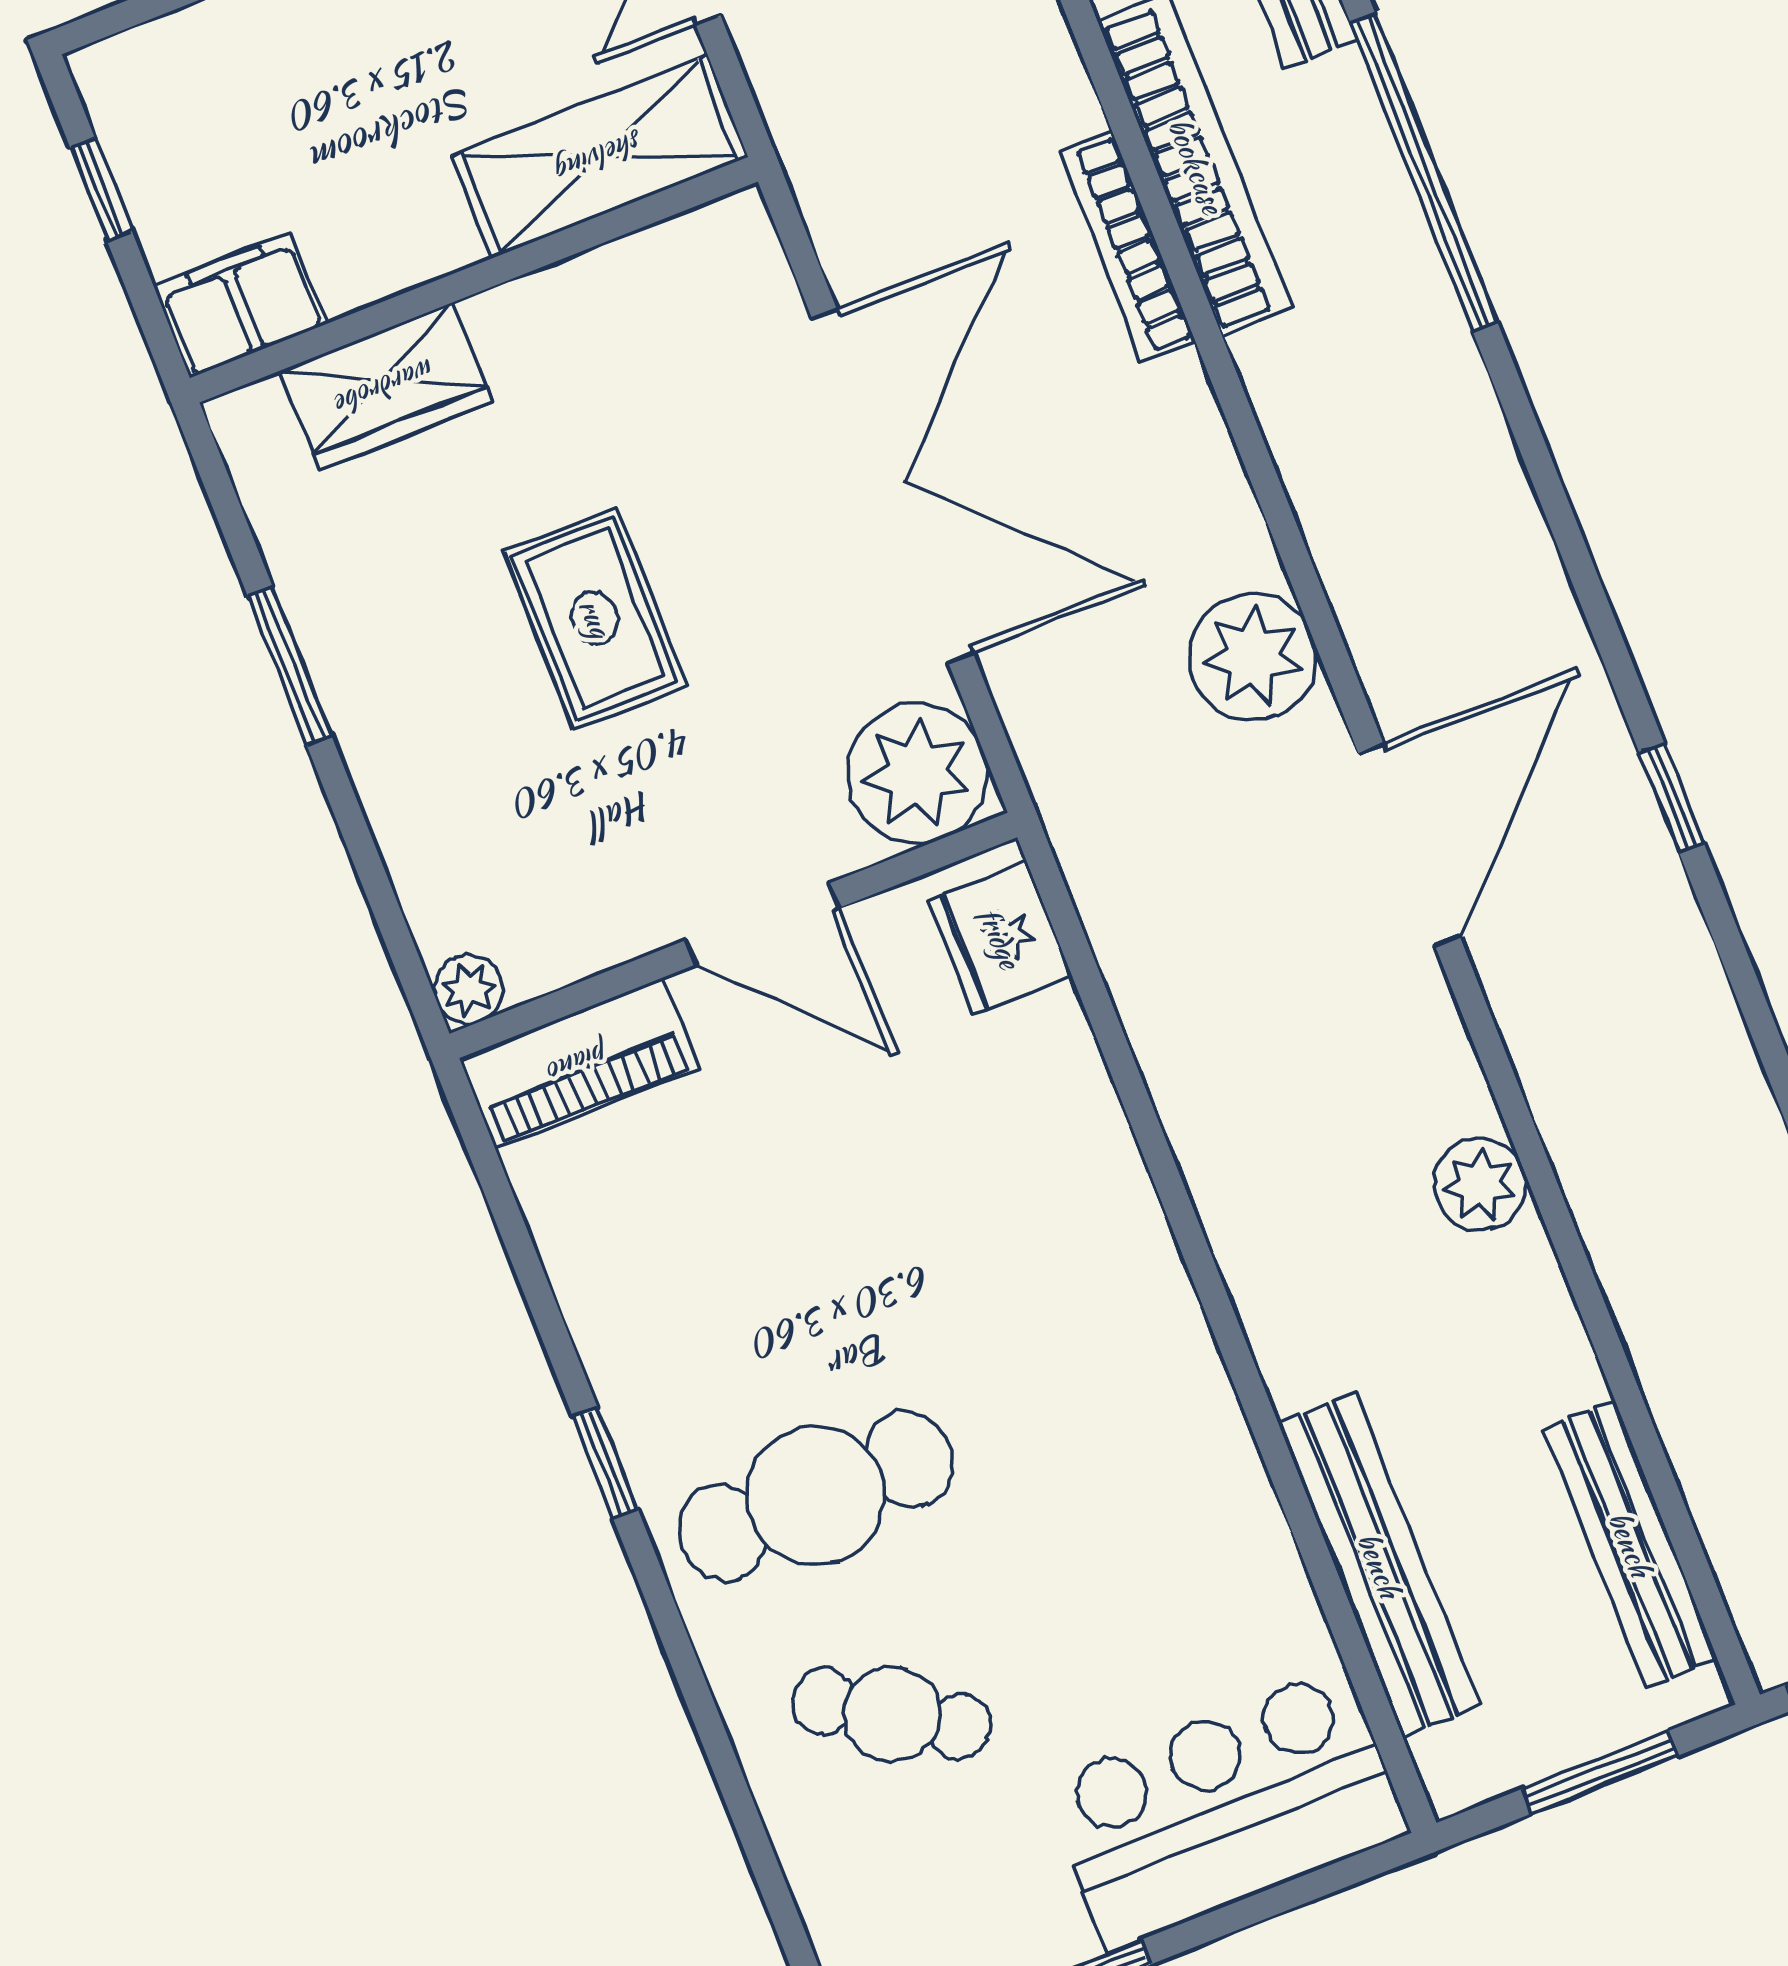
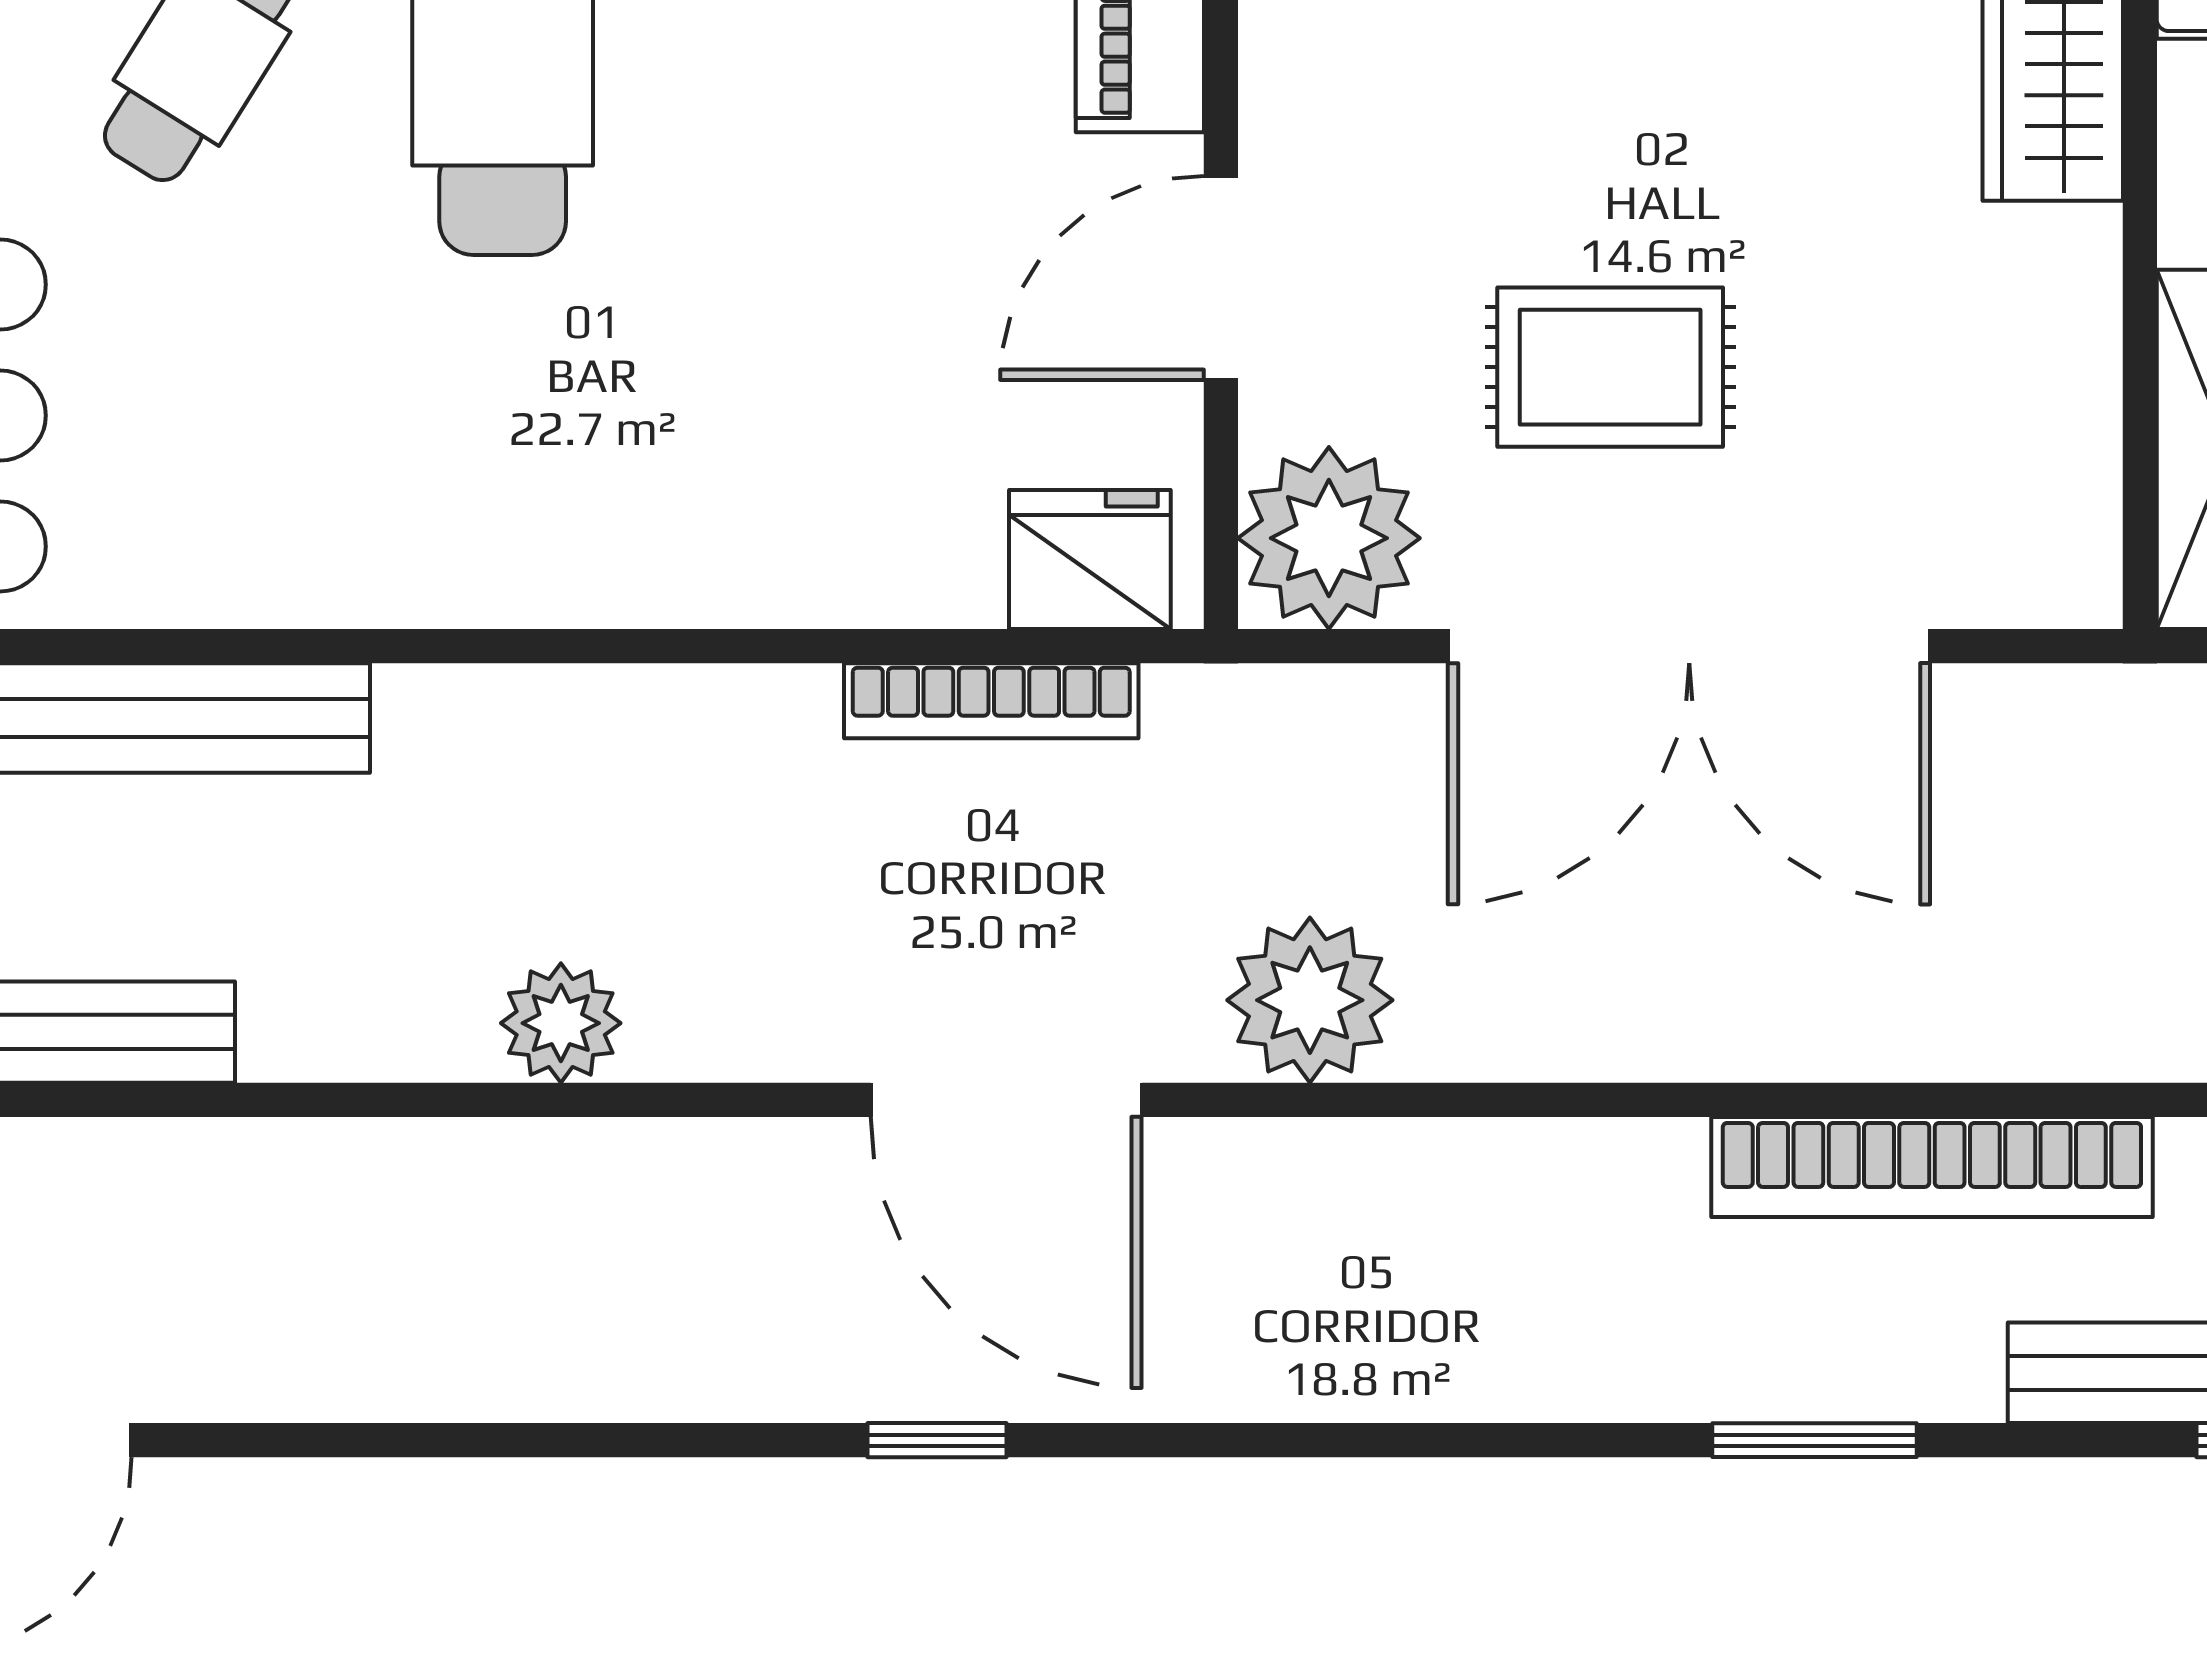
window: (1424, 172) -> (1814, 1440), width x0.47
bookcase: (1127, 247) -> (991, 701), moved, turned 180
rug: (595, 618) -> (1610, 367), moved

